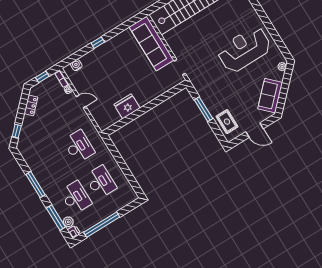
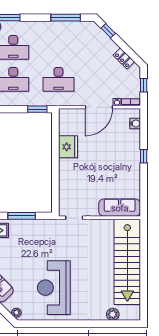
sofa: (151, 44) -> (120, 208), width x0.74, depth x0.79
reception desk: (244, 49) -> (54, 288), turned 180
door: (81, 101) -> (99, 107), width x1.88
window: (112, 149) -> (37, 109), added
window: (35, 185) -> (66, 18), moved

